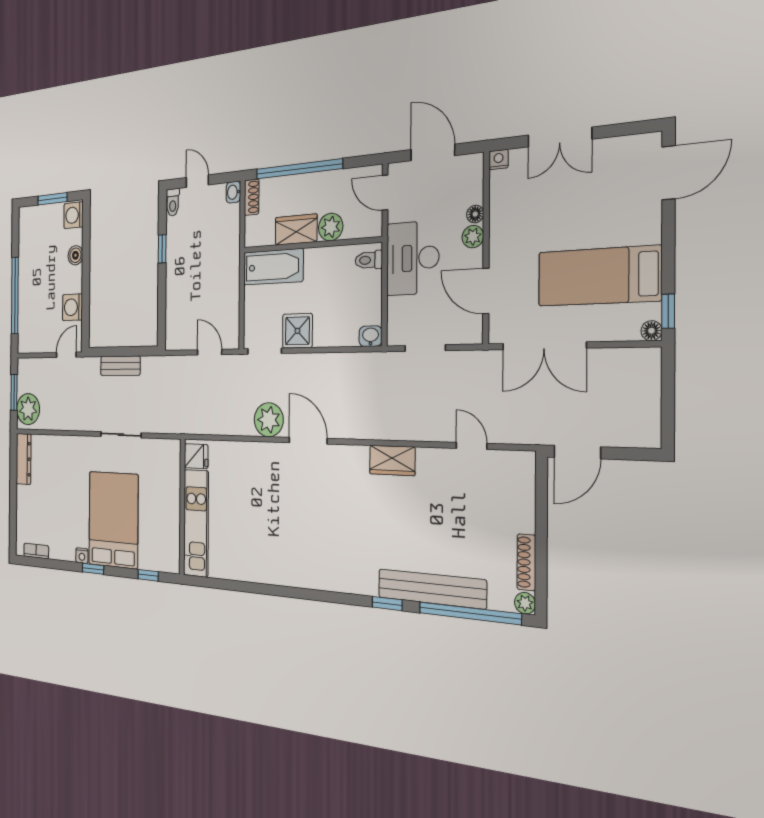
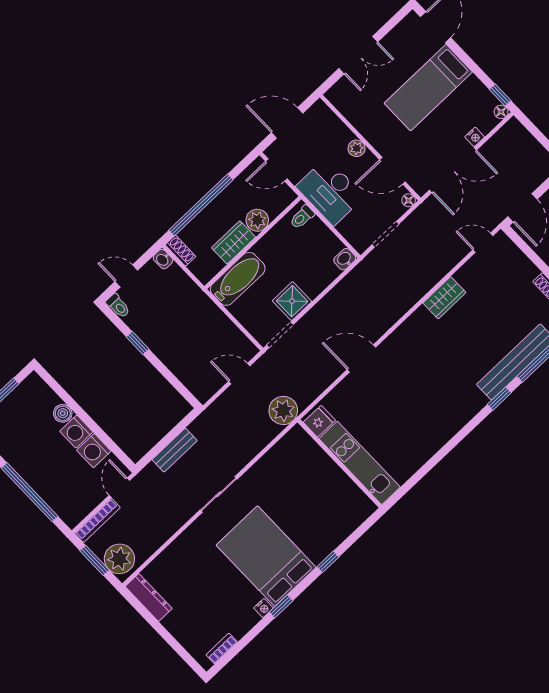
nightstand: (499, 160) -> (475, 137), moved, turned 180
floor lamp: (475, 214) -> (409, 200), moved
washing machine: (74, 215) -> (76, 432), moved
bed: (599, 276) -> (428, 88), moved
bookcase: (37, 364) -> (98, 520), added
plant: (269, 420) -> (283, 410), moved
door: (472, 446) -> (483, 243), moved
fridge: (196, 456) -> (319, 421), moved
wardrobe: (392, 460) -> (444, 298), moved
wall: (182, 507) -> (340, 464), moved
kitchen unit: (196, 523) -> (360, 463), moved

